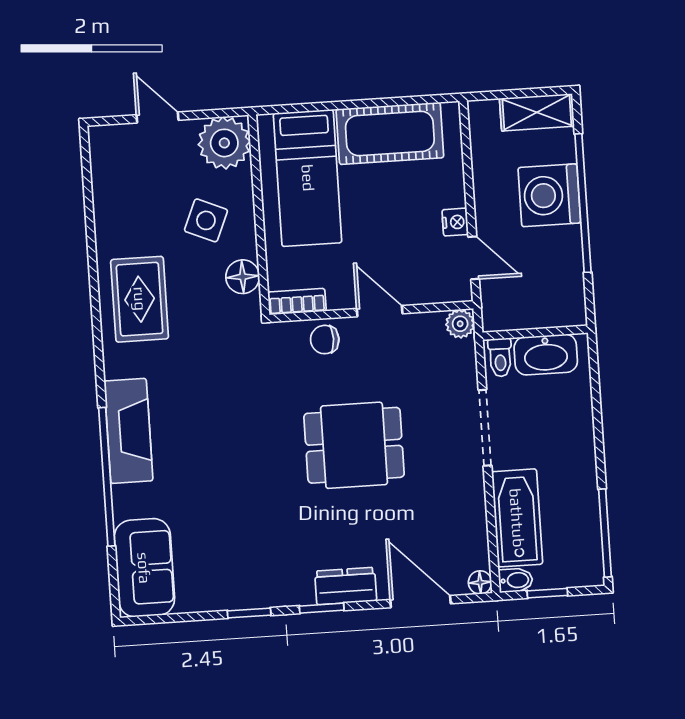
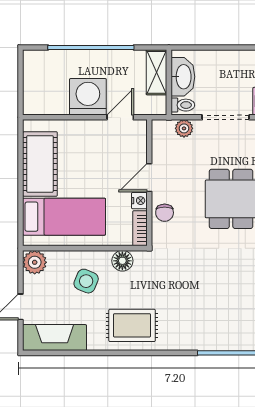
shelving: (537, 112) -> (157, 72), moved
plant: (224, 143) -> (35, 262), width x0.73, depth x0.73
washing machine: (549, 195) -> (88, 97), moved, turned 180
nightstand: (455, 222) -> (139, 201), moved, turned 90
plant: (460, 324) -> (184, 128), moved
fireplace: (128, 431) -> (55, 338), moved

